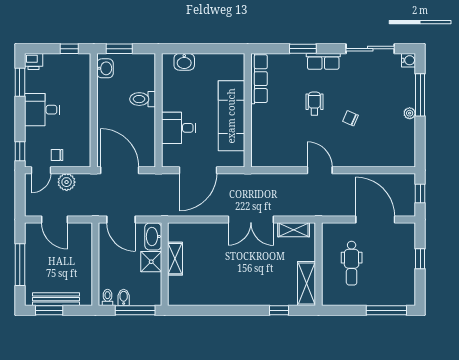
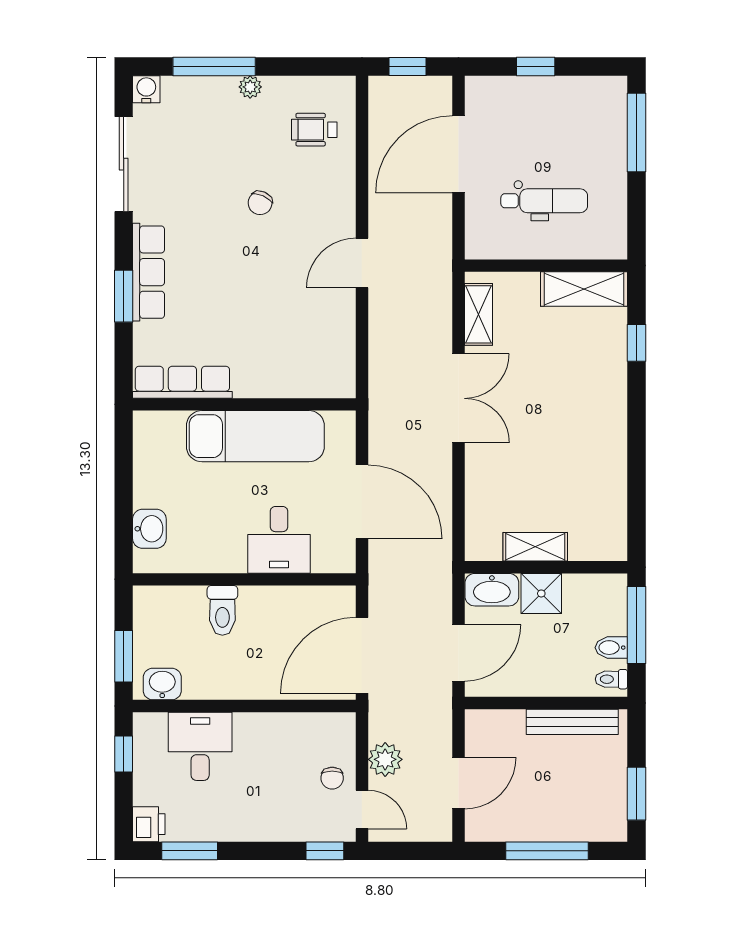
row of seats: (323, 61) -> (149, 272), width x1.48
wheelchair: (314, 104) -> (314, 130), moved
desk: (42, 110) -> (200, 746), moved, turned 180
bench: (56, 299) -> (572, 722), moved, turned 90

